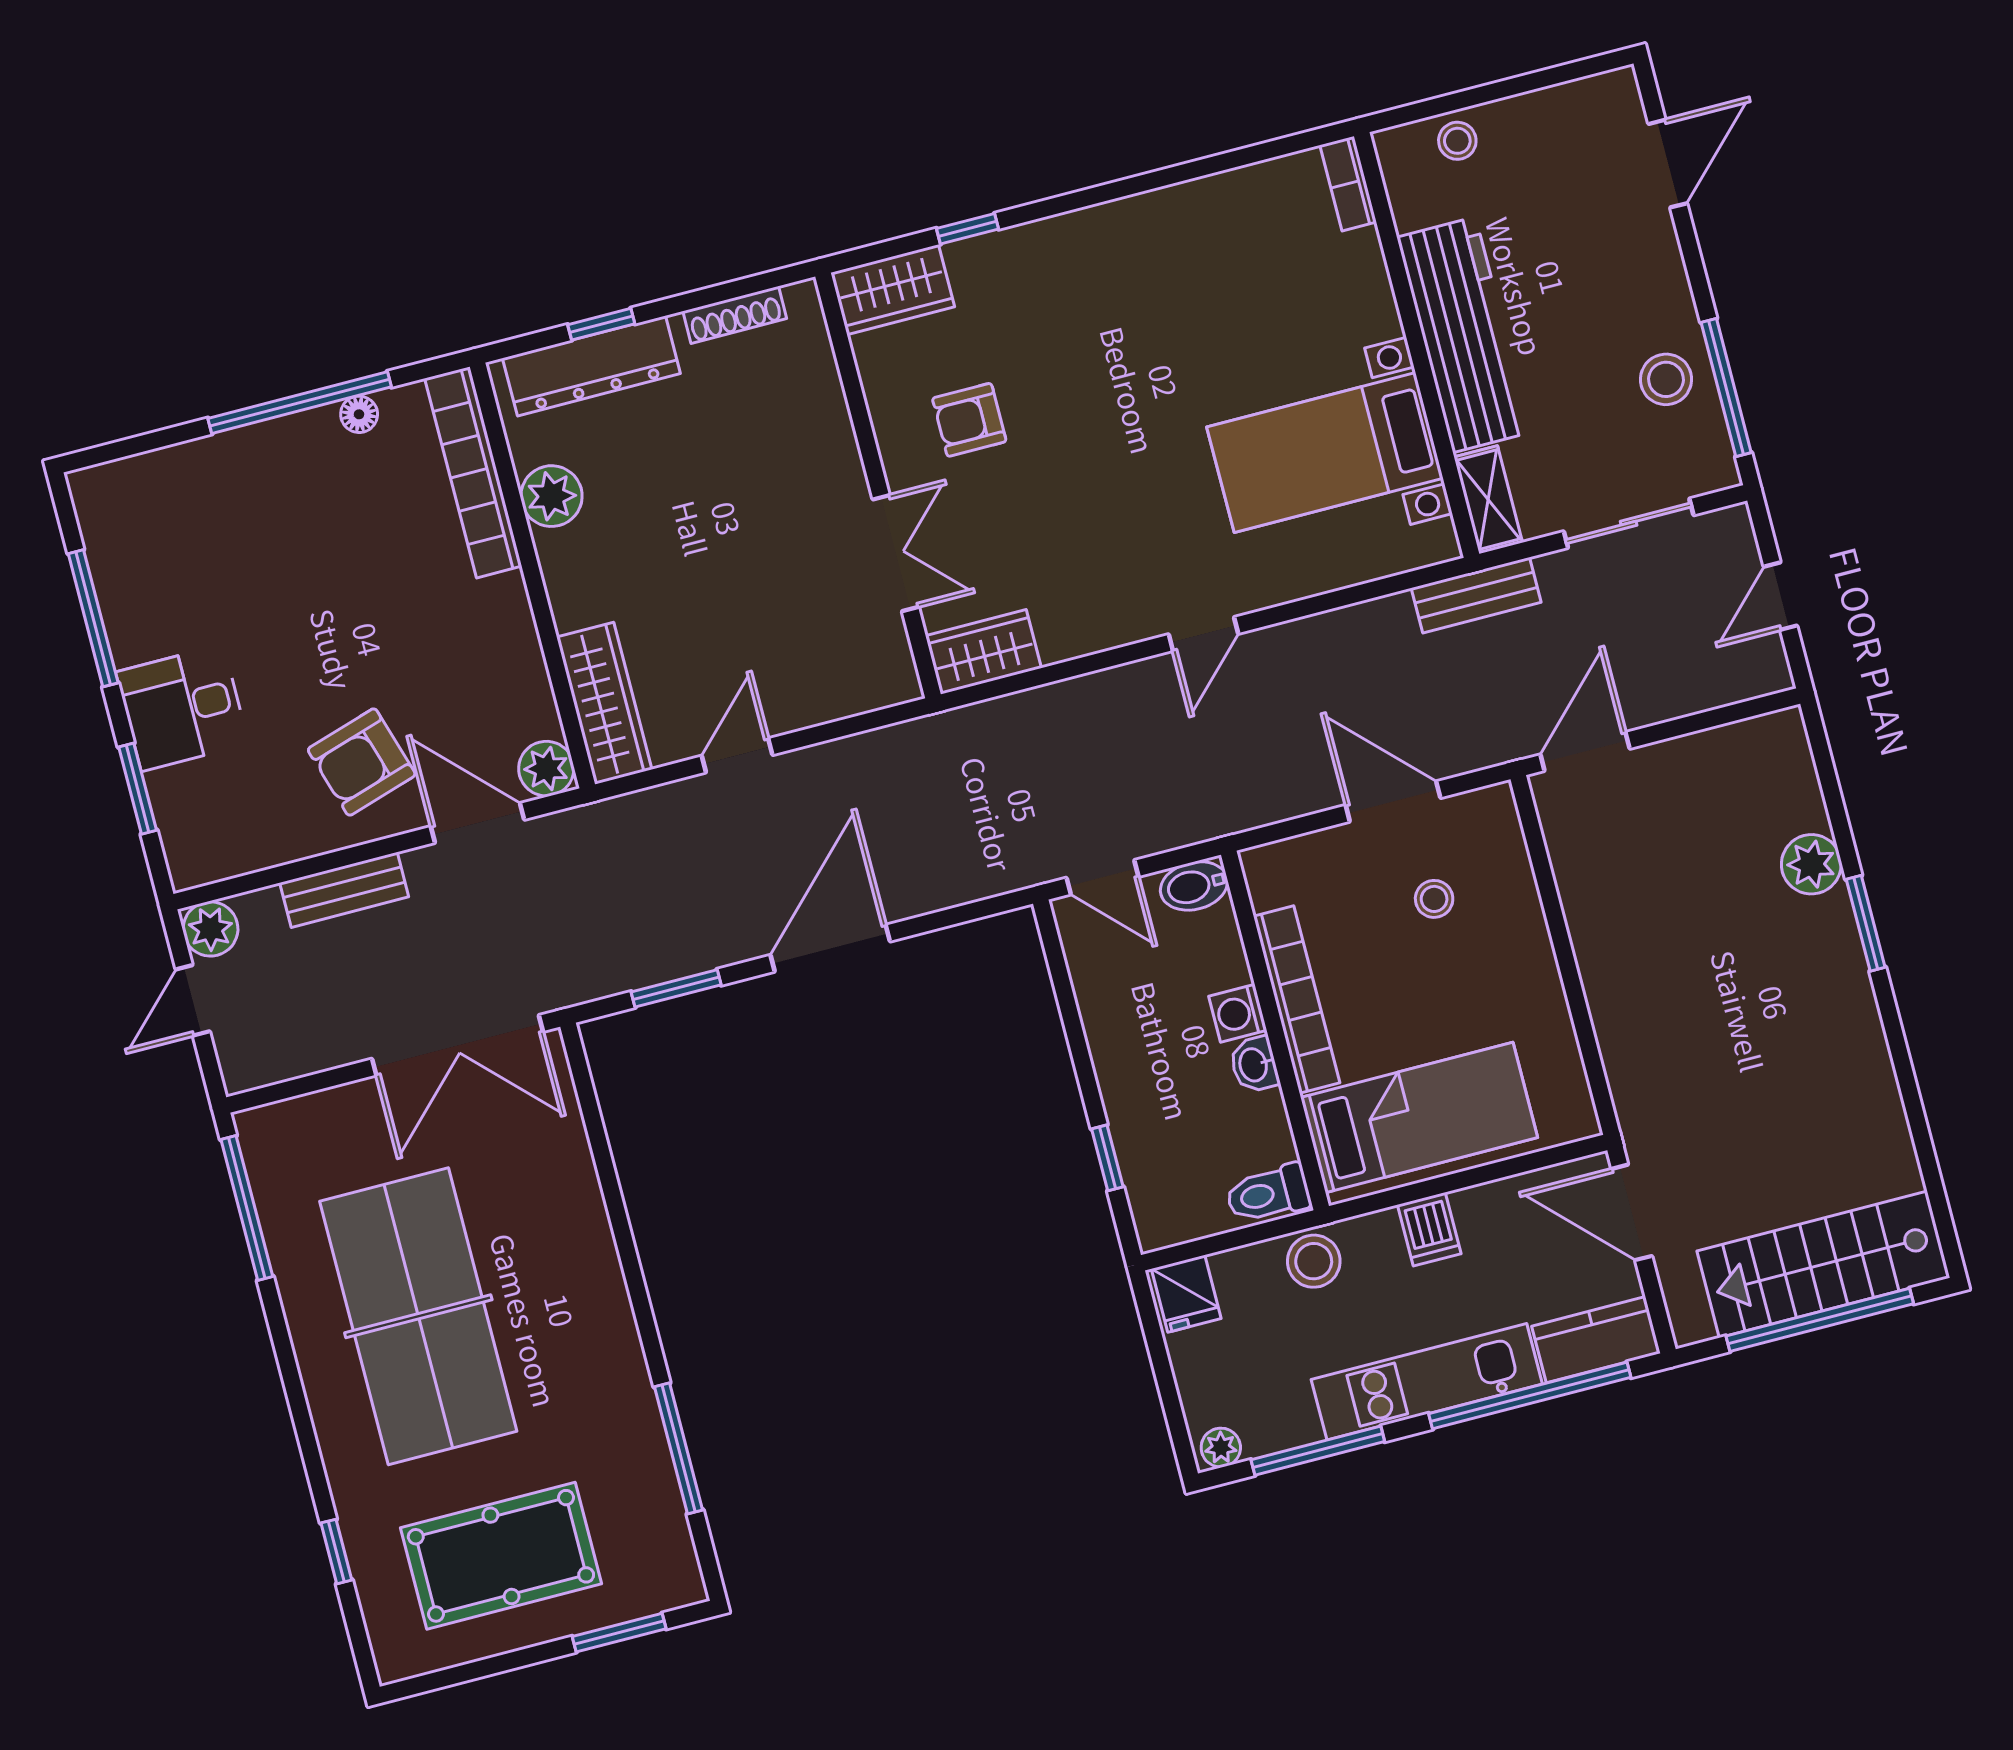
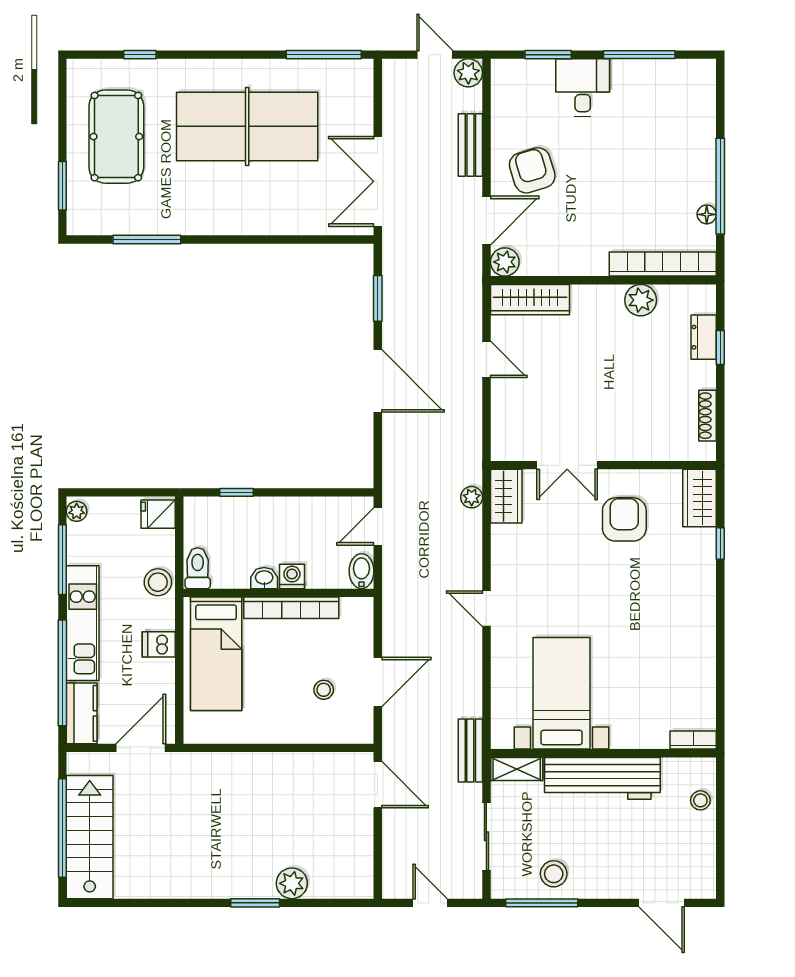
dresser: (591, 366) -> (704, 337), width x0.51, depth x0.80
armchair: (969, 420) -> (624, 519), width x1.38, depth x1.38
plant: (1002, 716) -> (472, 497), added

